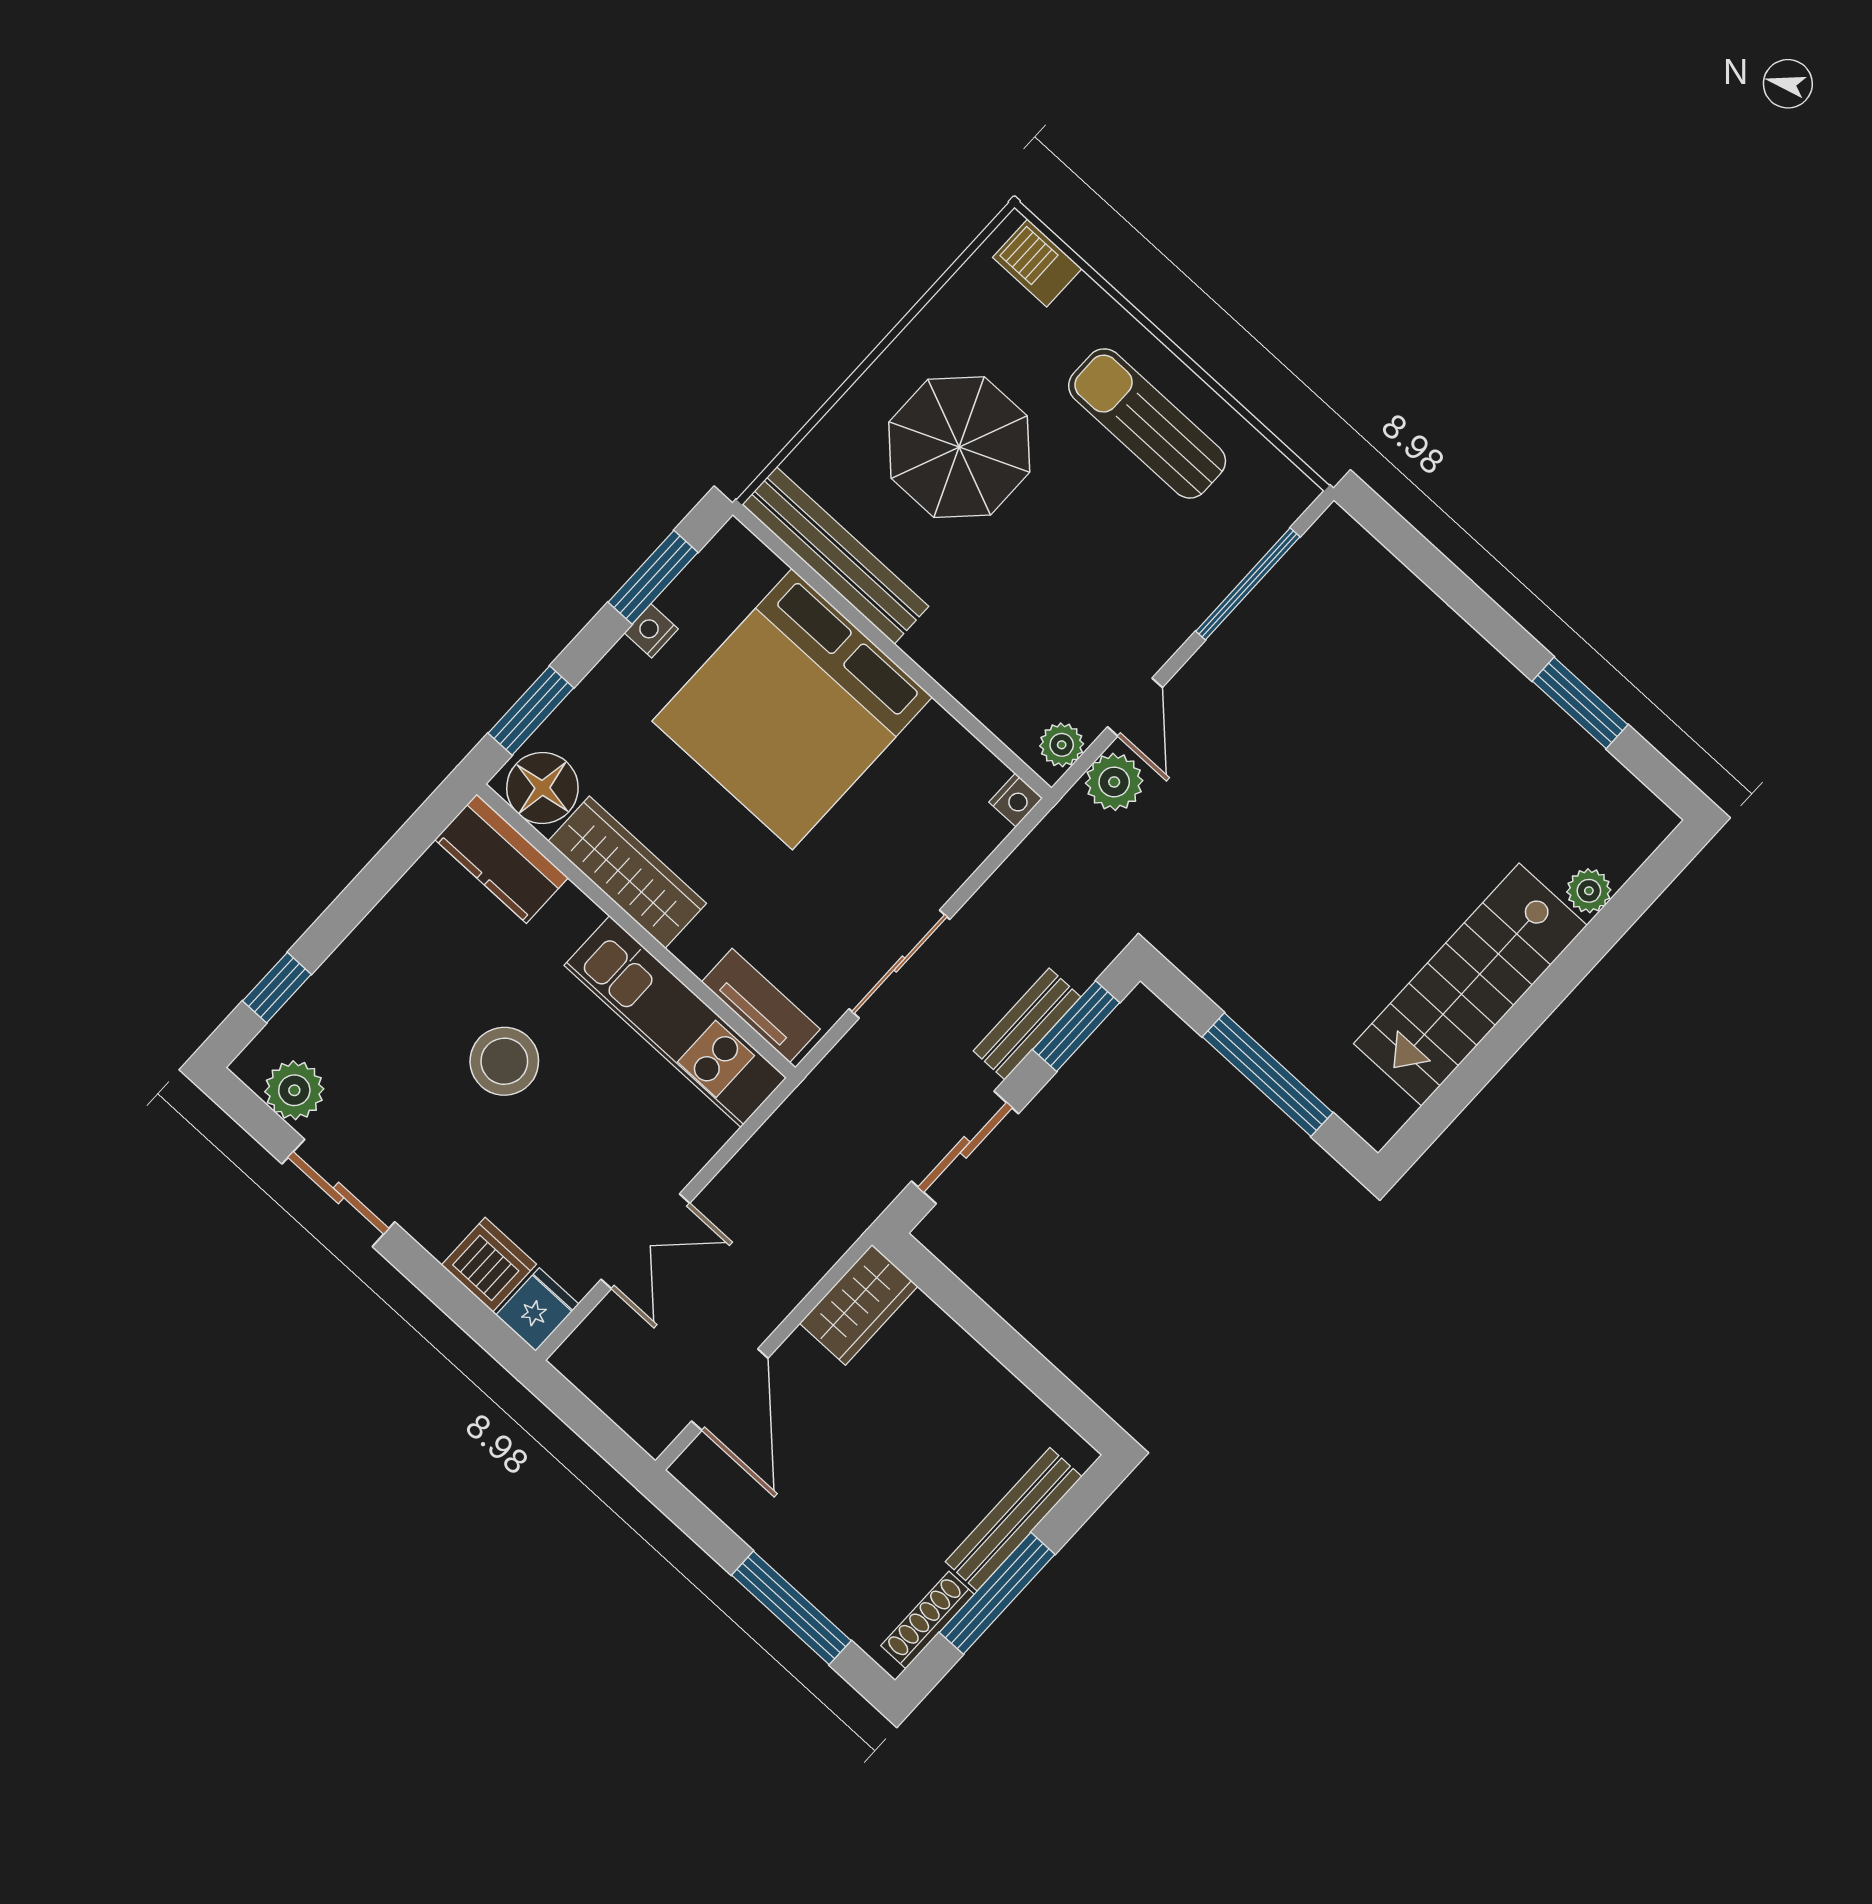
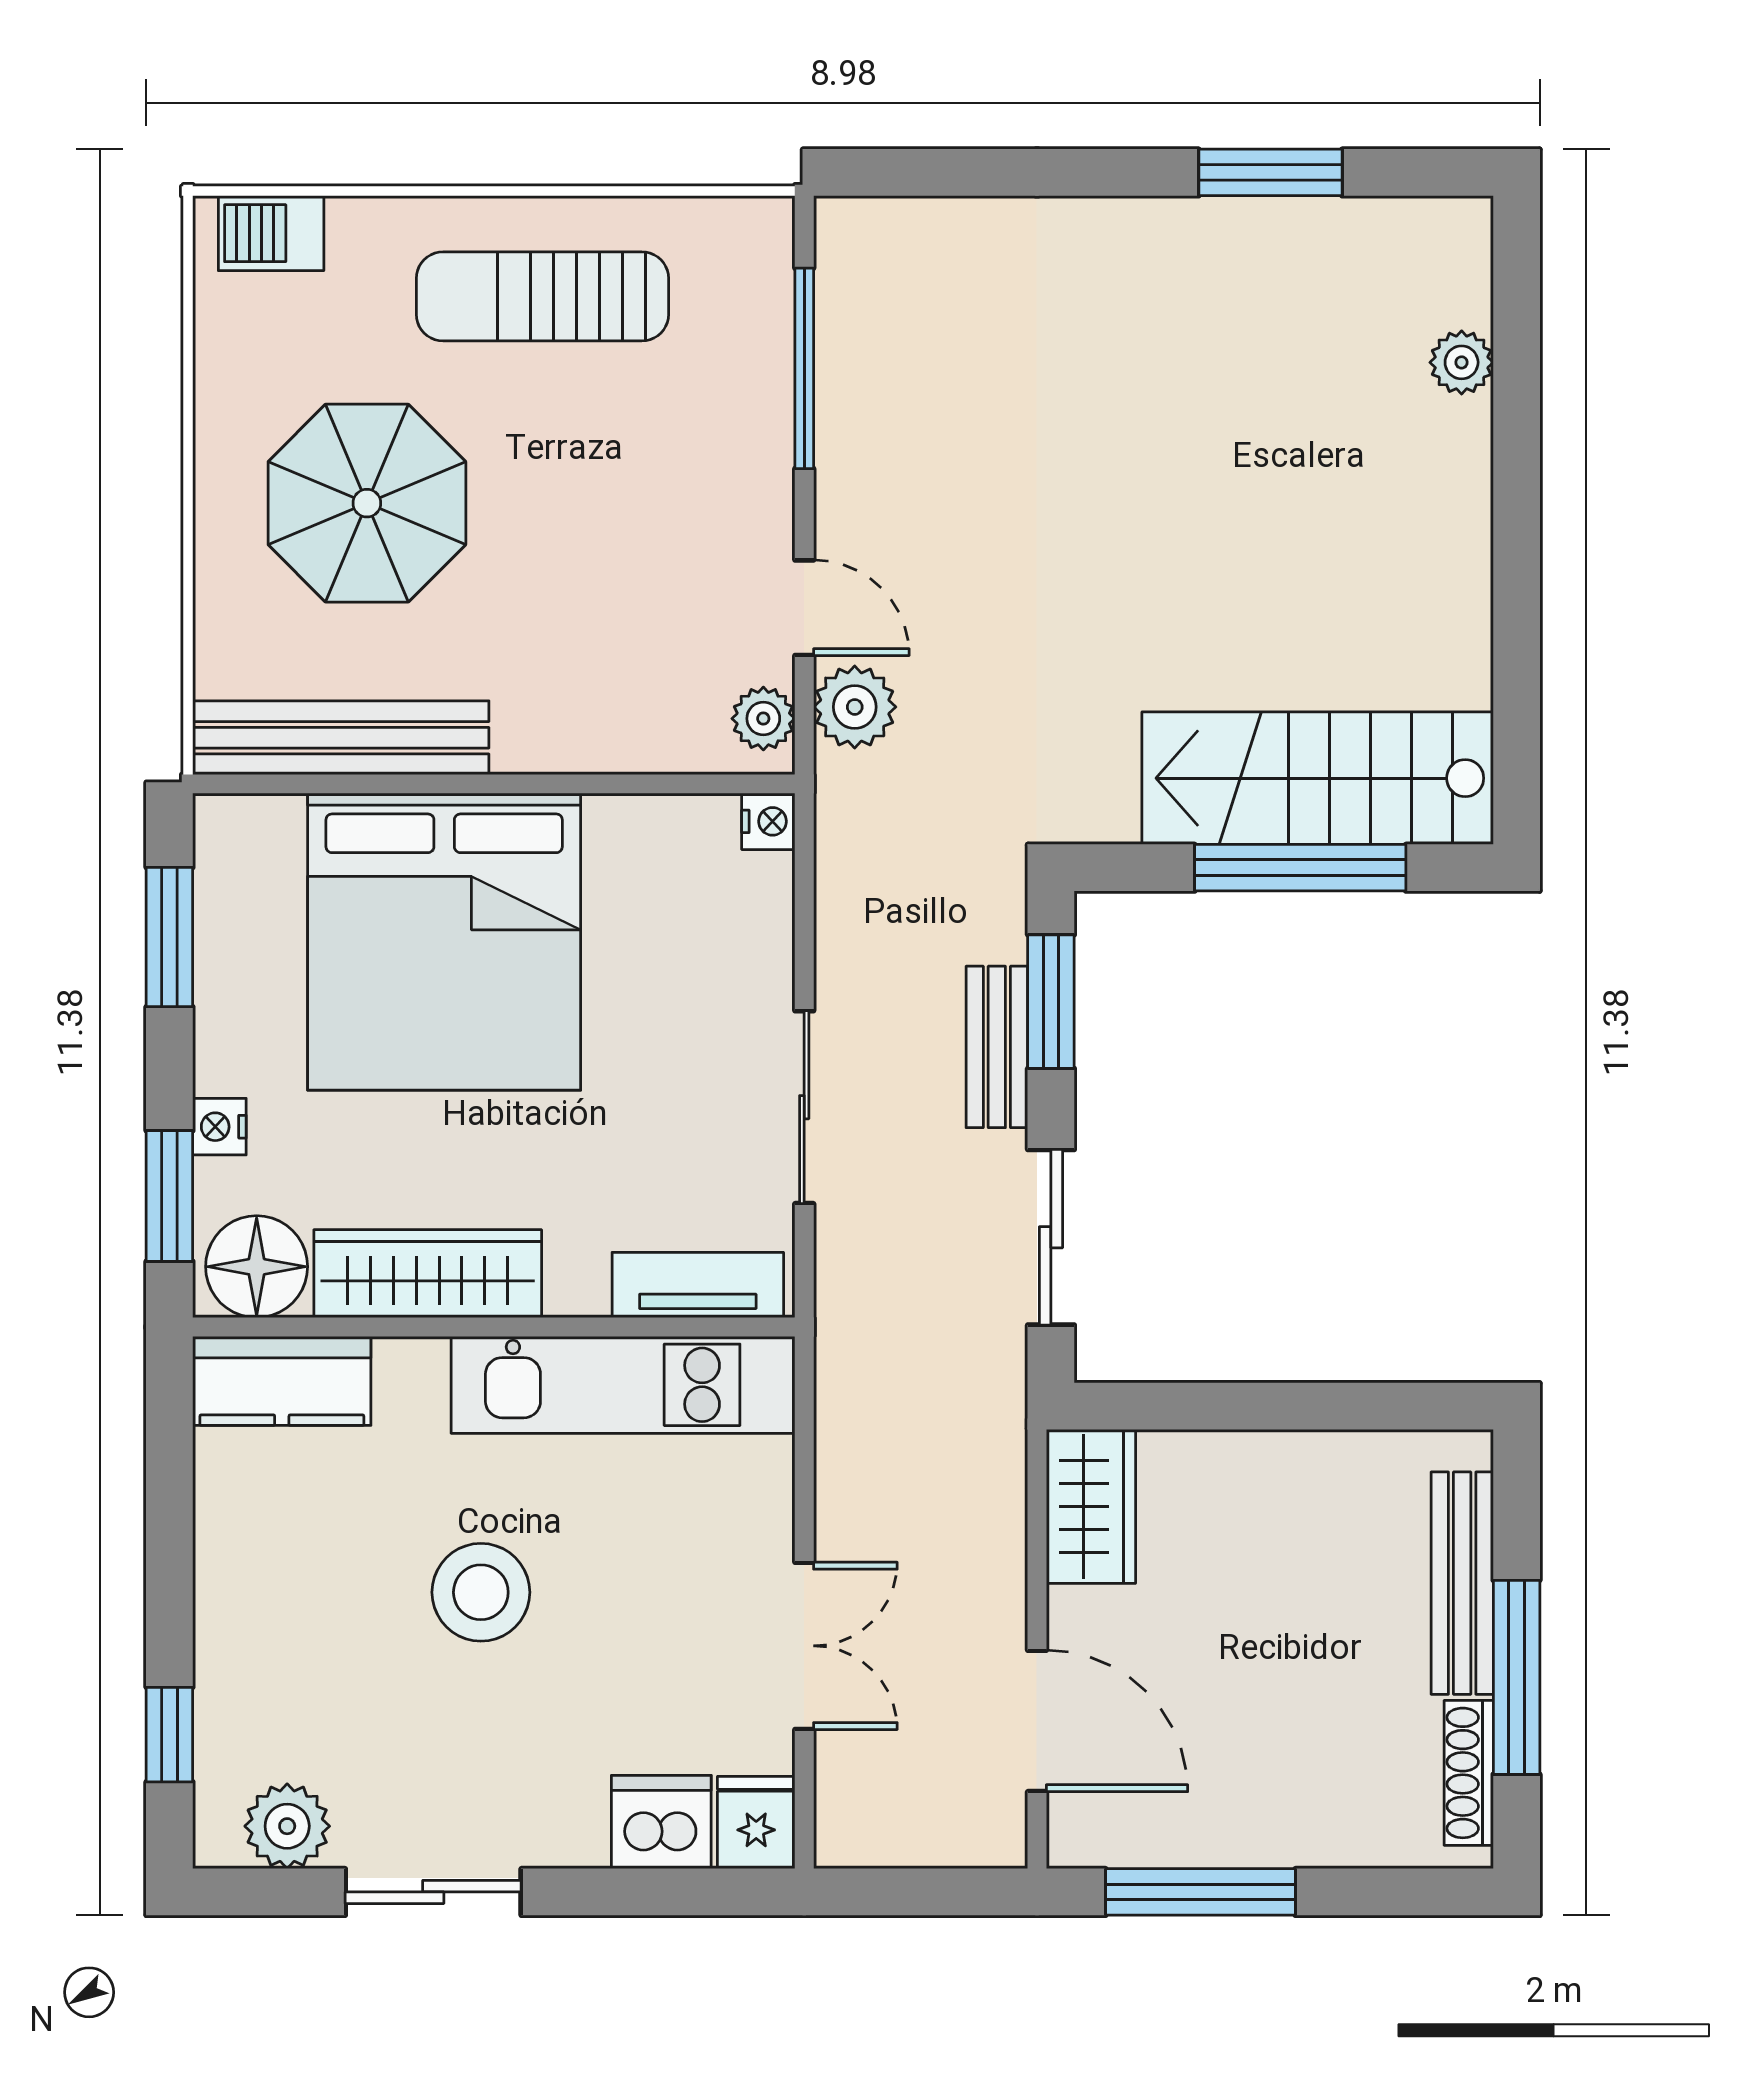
nightstand: (651, 631) -> (219, 1127), moved
stairs: (1470, 984) -> (1318, 778), moved, turned 90
window: (791, 1608) -> (1201, 1892), moved

